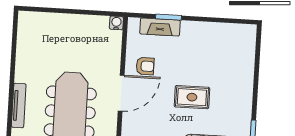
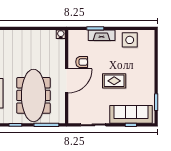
fireplace: (160, 27) -> (102, 35), moved
side table: (219, 37) -> (130, 40), added

